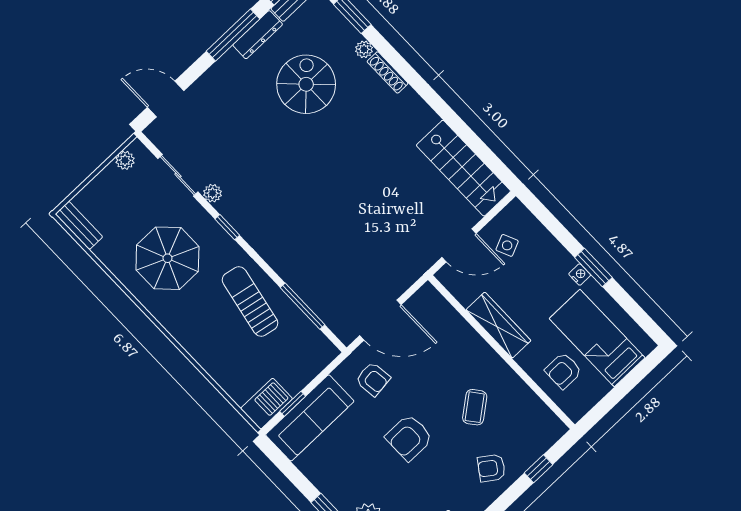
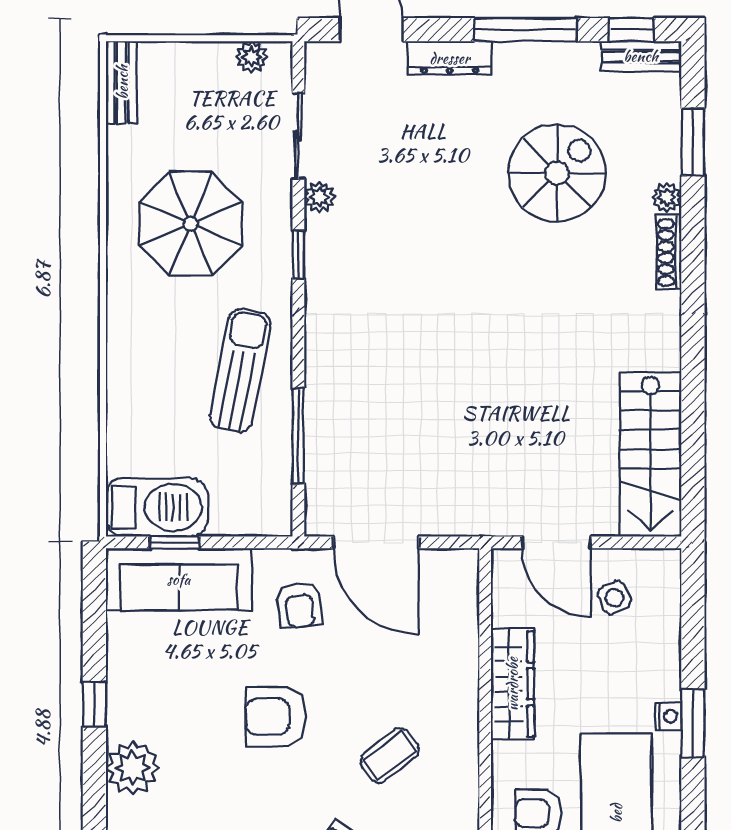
dresser: (258, 35) -> (450, 58), moved
barbecue: (267, 404) -> (157, 507), width x1.37, depth x1.21

